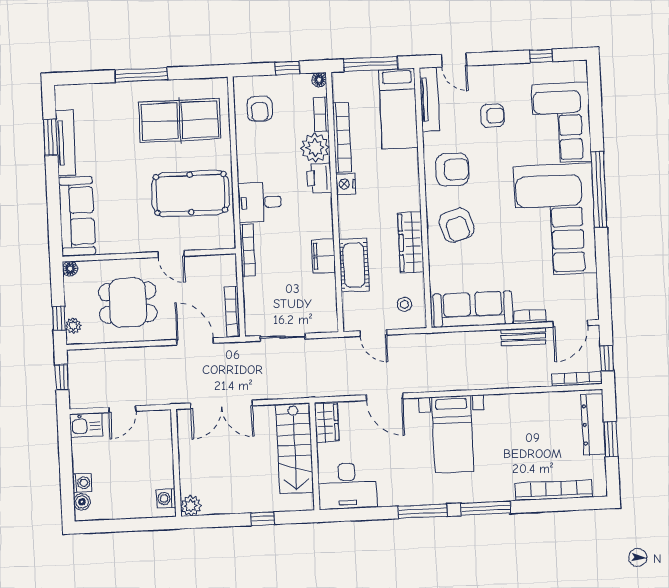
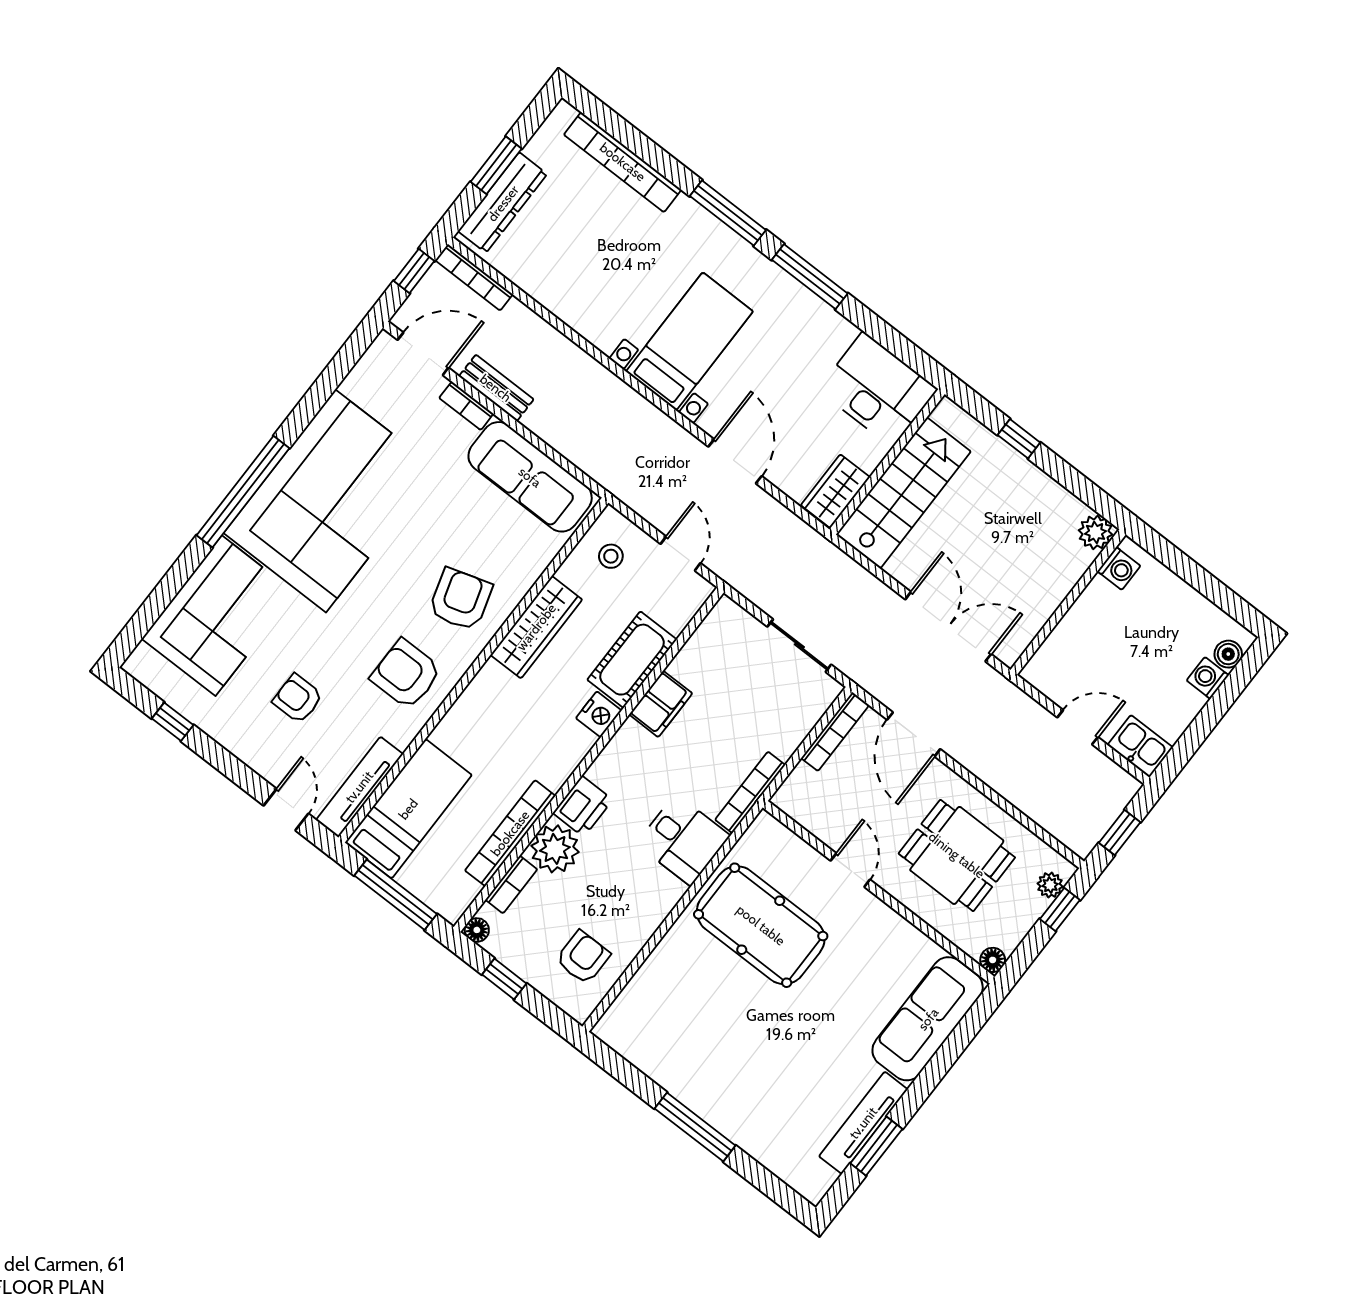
table tennis table: (180, 120) -> (696, 1028), removed
nightstand: (346, 184) -> (599, 714), moved

